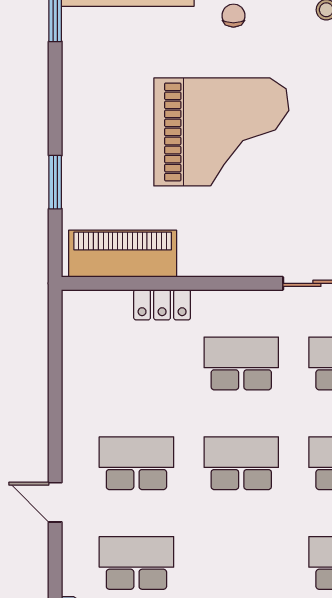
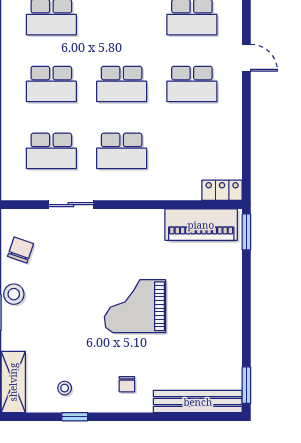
grand piano: (221, 132) -> (135, 306), width x0.73, depth x0.68
window: (55, 182) -> (246, 232), moved
locker: (162, 305) -> (222, 190), moved

